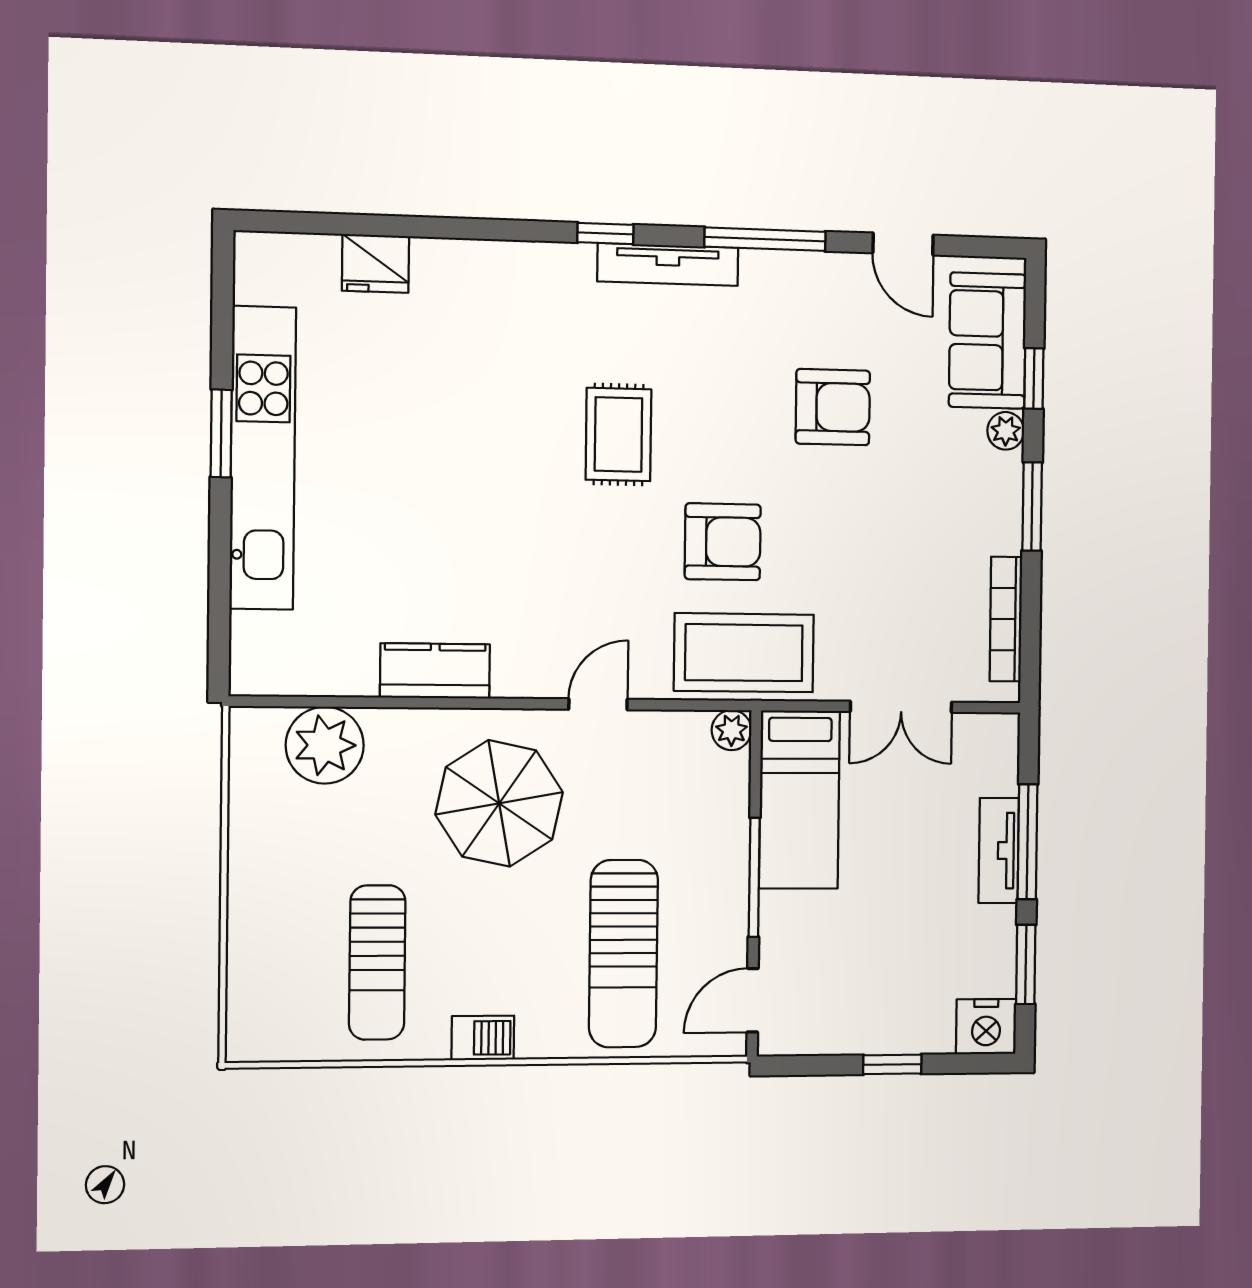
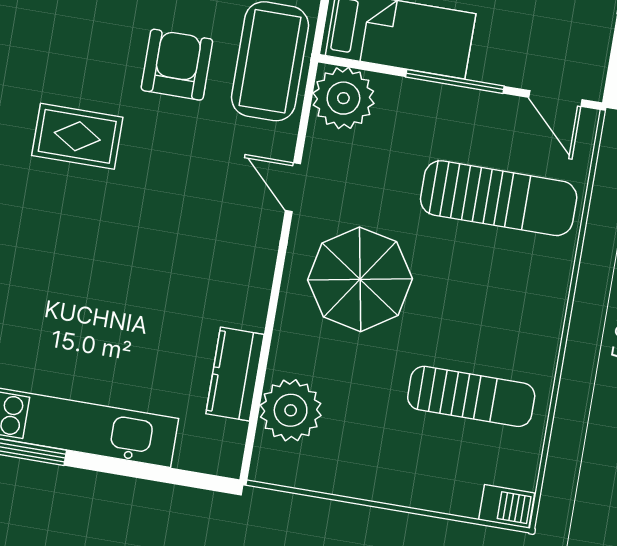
kitchen counter: (435, 671) -> (235, 374), moved
plant: (732, 730) -> (343, 98), width x1.87, depth x1.87
barbecue: (483, 1038) -> (507, 506), moved, turned 90

